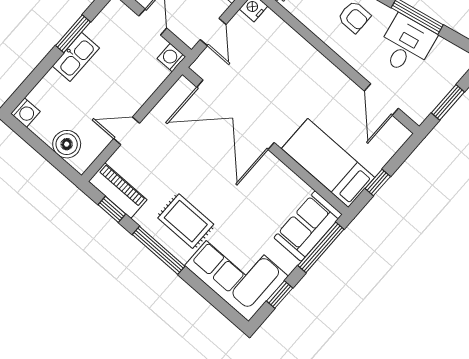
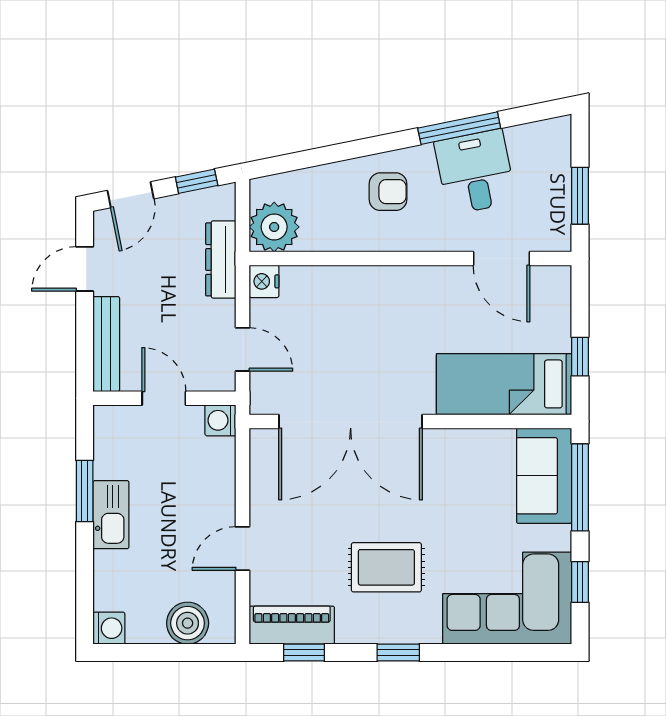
rug: (186, 221) -> (386, 567), moved
window: (159, 250) -> (398, 652), width x0.46

